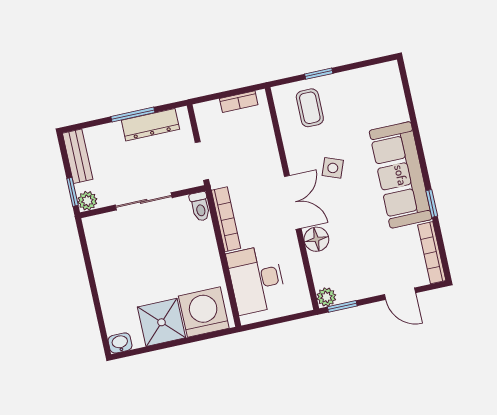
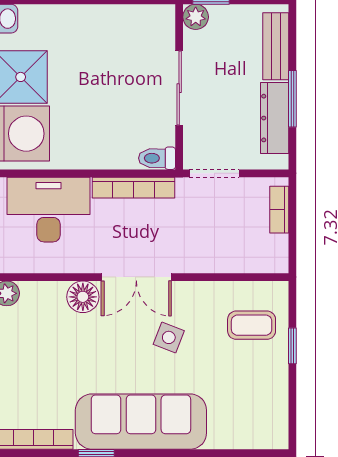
bookcase: (239, 102) -> (279, 210), moved
bench: (78, 156) -> (276, 46), moved, turned 90

